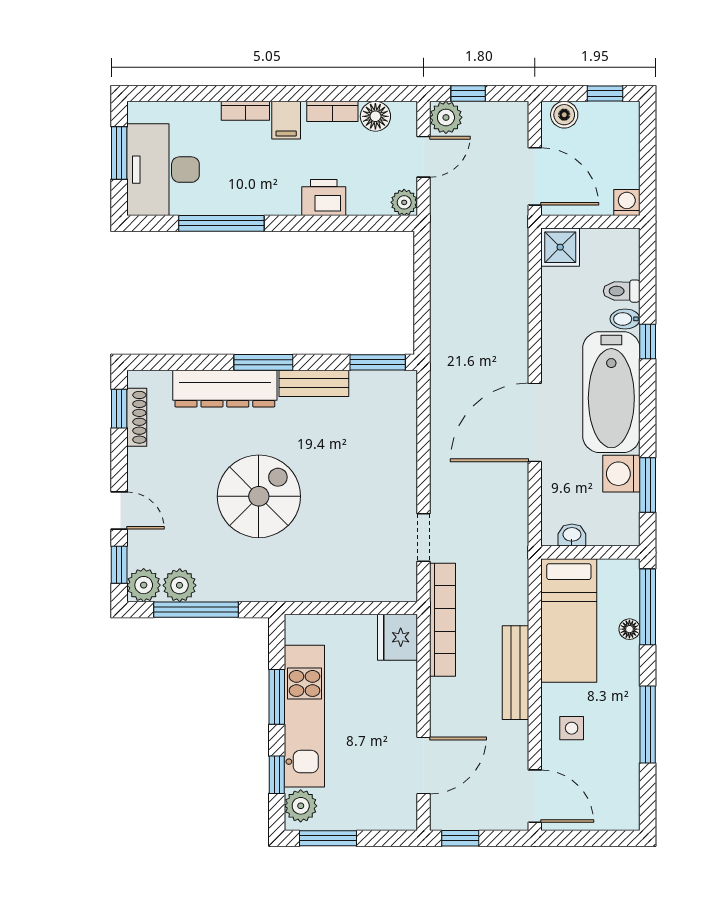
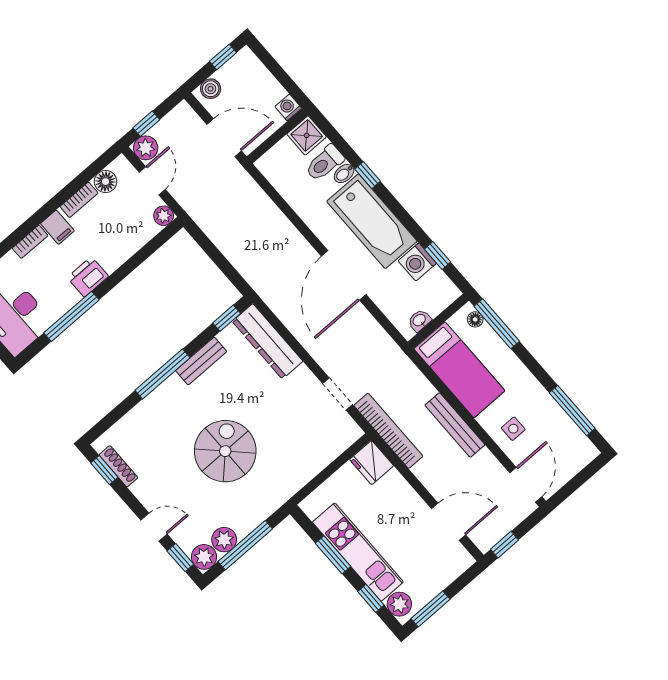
printer: (324, 197) -> (88, 277), moved
shower: (560, 247) -> (307, 135), moved
toilet: (622, 291) -> (325, 163), width x1.37, depth x1.39
window: (263, 362) -> (163, 374), width x1.44
window: (378, 362) -> (227, 318), width x0.67
dresser: (225, 389) -> (267, 341), moved, turned 90
window: (648, 485) -> (437, 256), width x0.67
floor lamp: (629, 629) -> (475, 319), moved
window: (648, 724) -> (572, 411), moved
door: (424, 765) -> (449, 522), hinge flipped
door: (535, 796) -> (526, 485), hinge flipped

